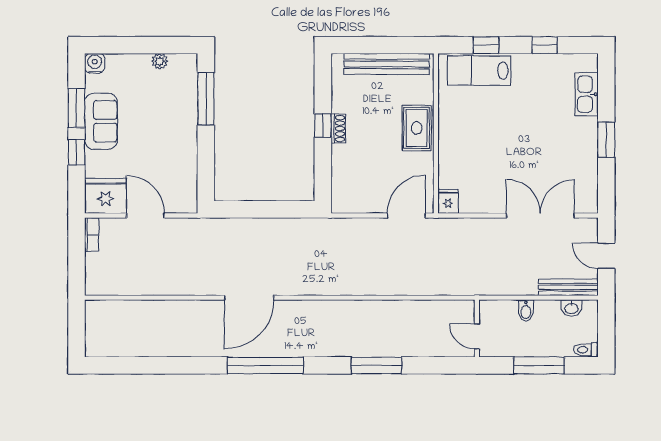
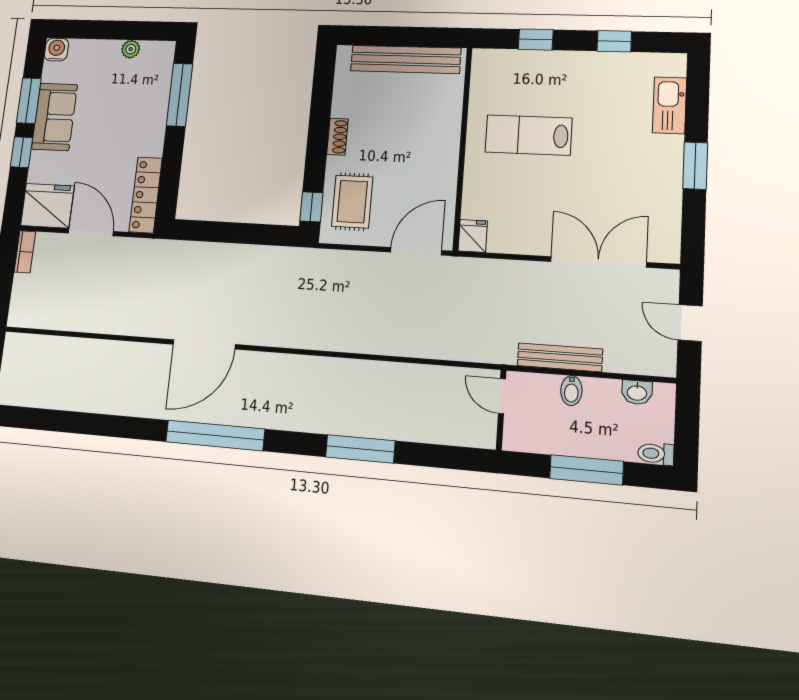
lab bench: (479, 71) -> (528, 135), moved
window: (323, 126) -> (311, 207), moved
rug: (417, 128) -> (352, 202), moved
locker: (187, 183) -> (146, 195), added
bench: (568, 287) -> (560, 357), moved
door: (477, 336) -> (502, 396), moved

